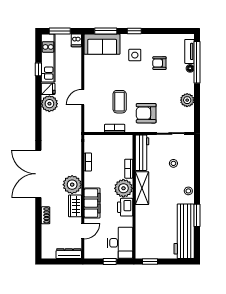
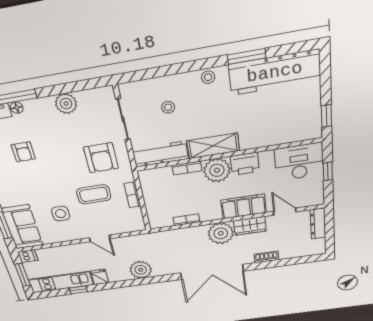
side table: (135, 55) -> (61, 214), moved
plant: (49, 104) -> (141, 270), moved

